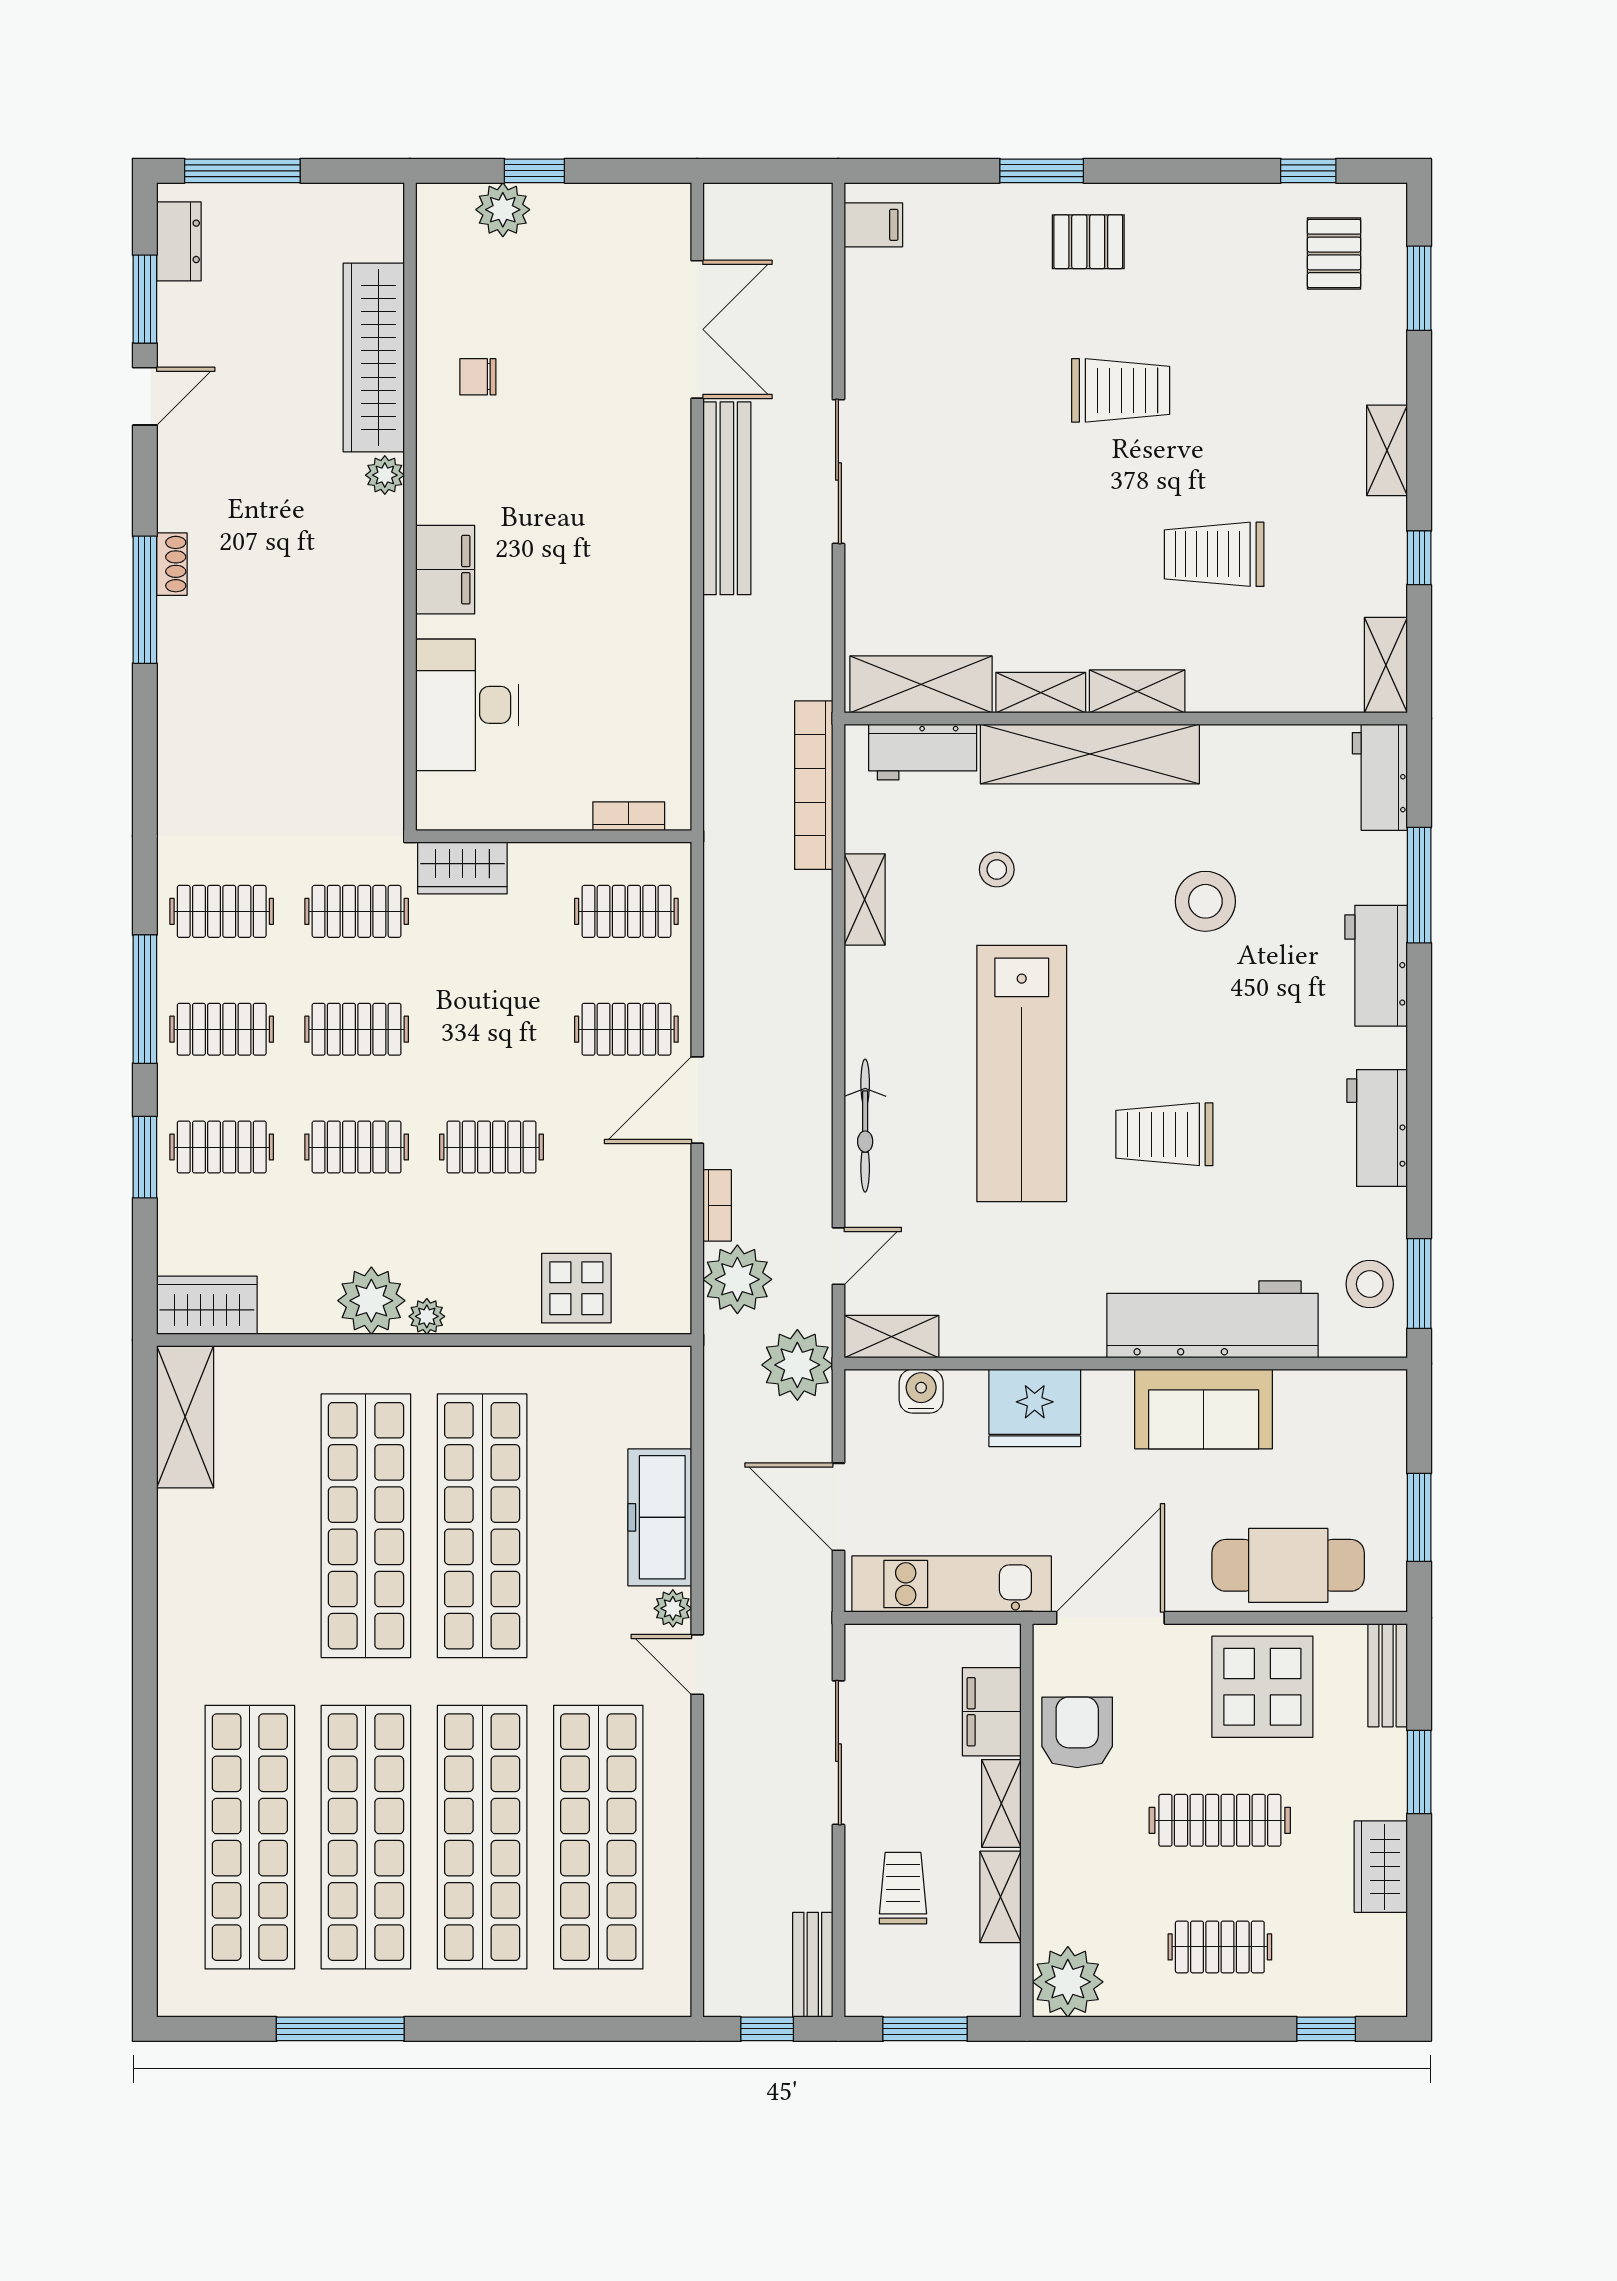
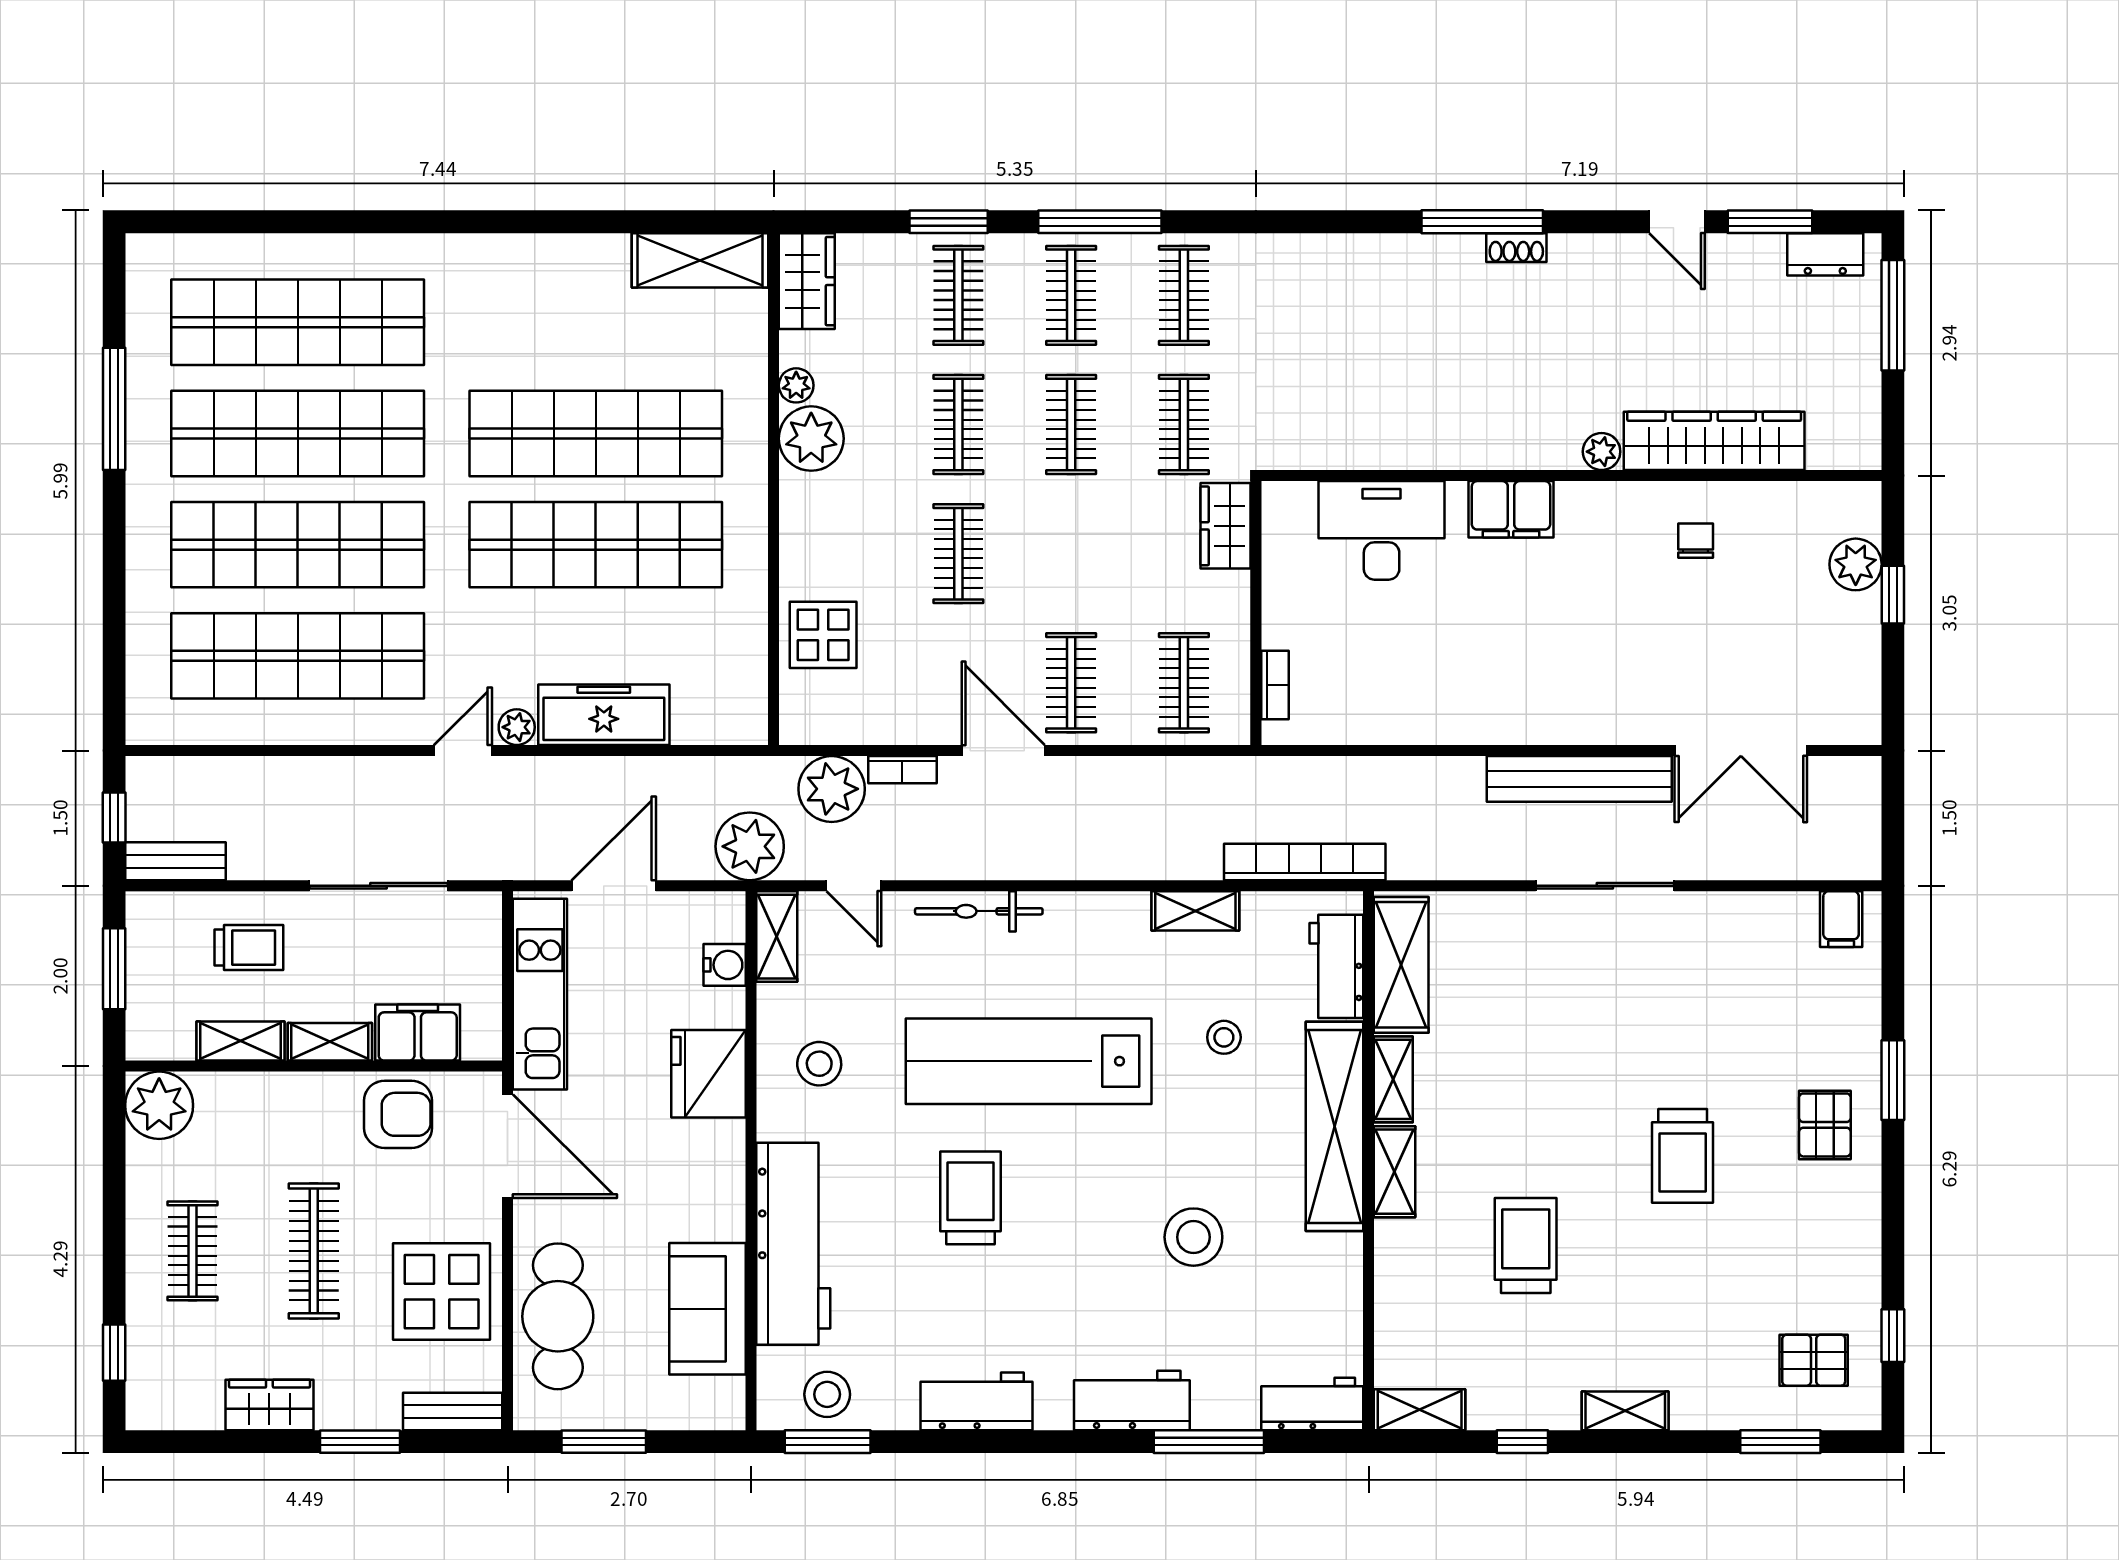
stool: (1024, 1292) -> (819, 1064), added
plant: (427, 1316) -> (796, 385), moved
sofa: (1204, 1409) -> (707, 1309), moved

